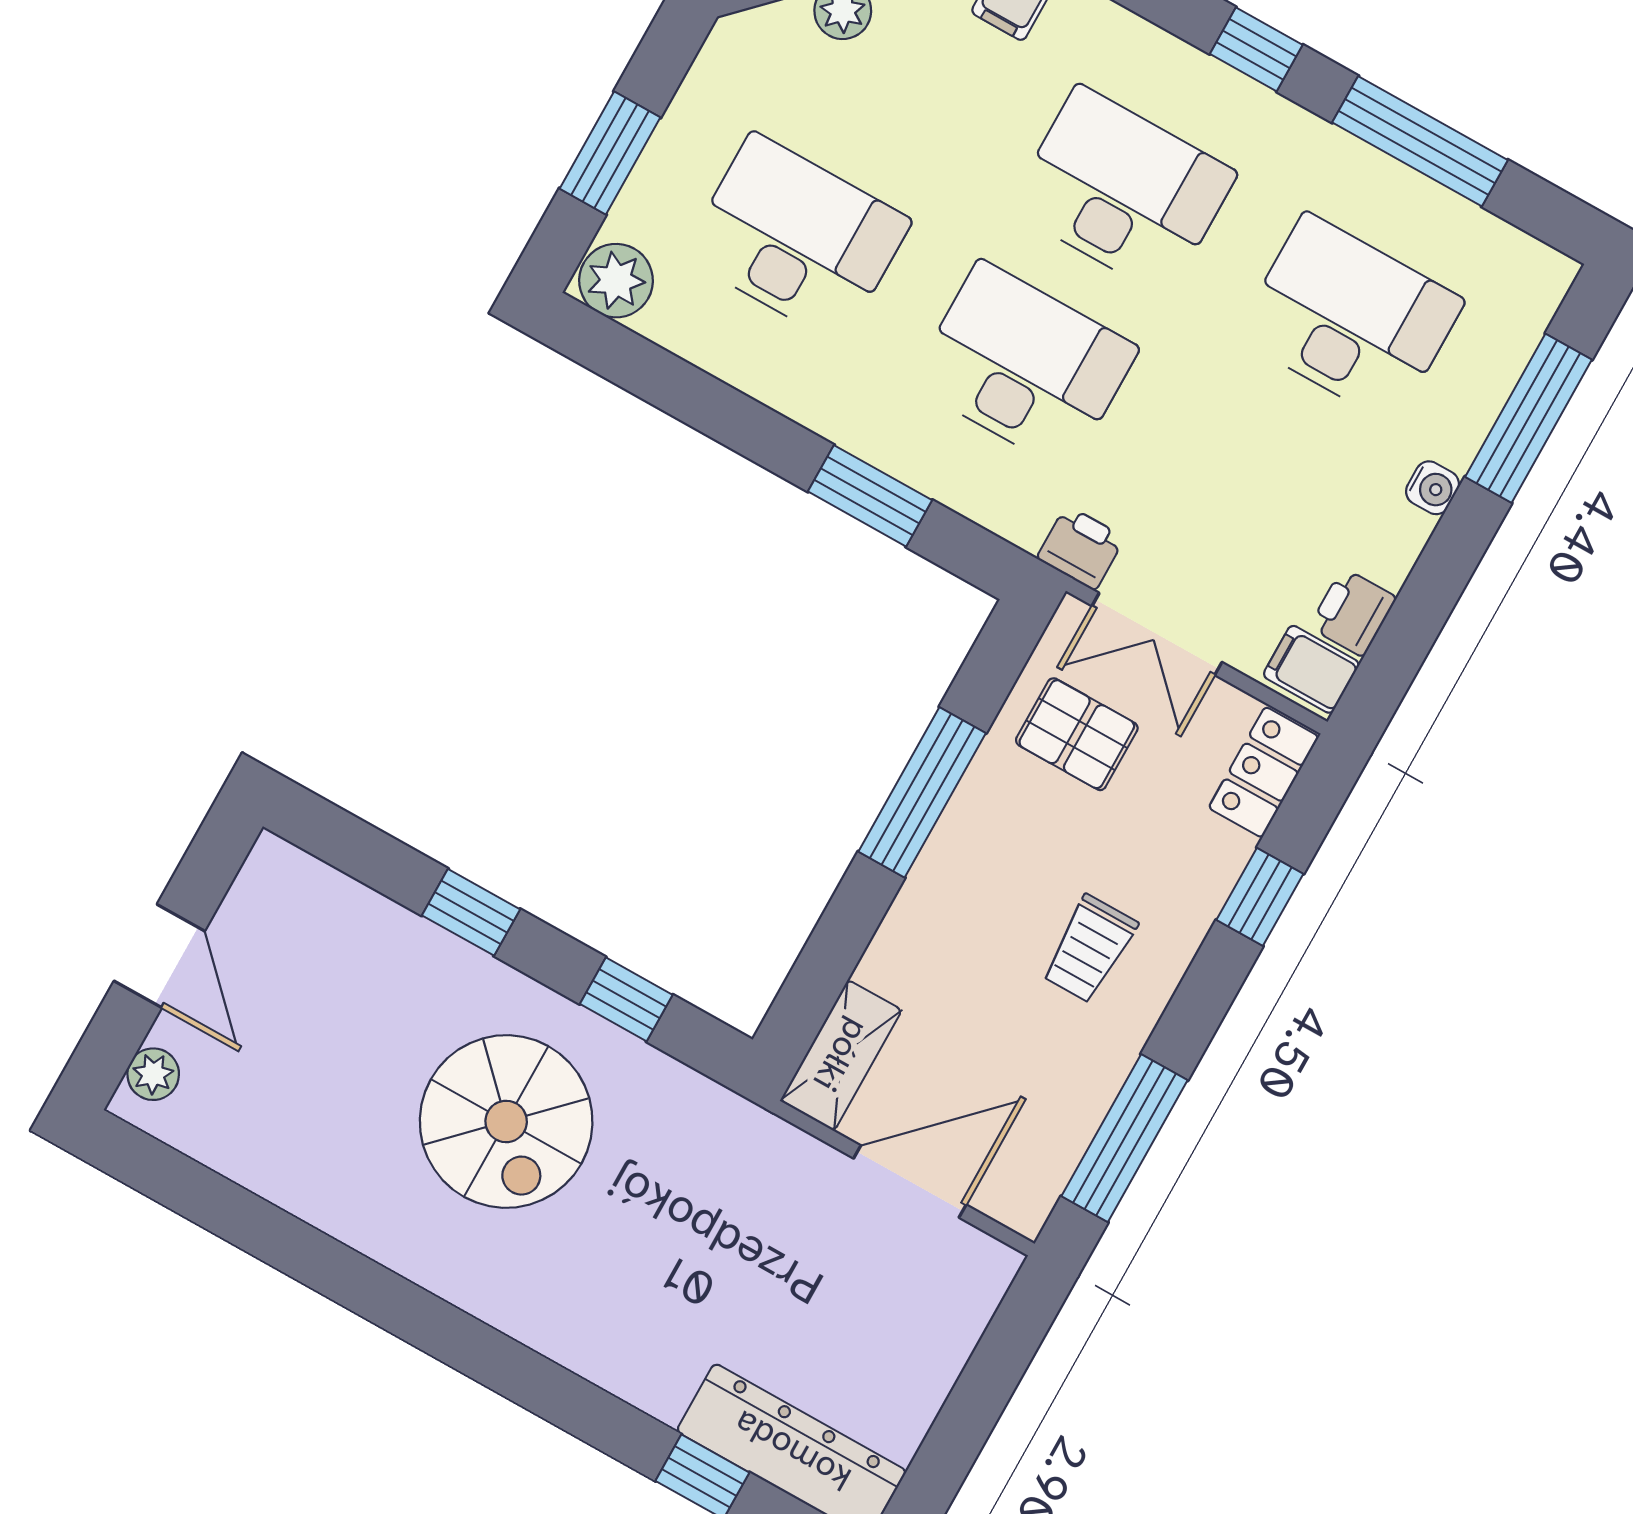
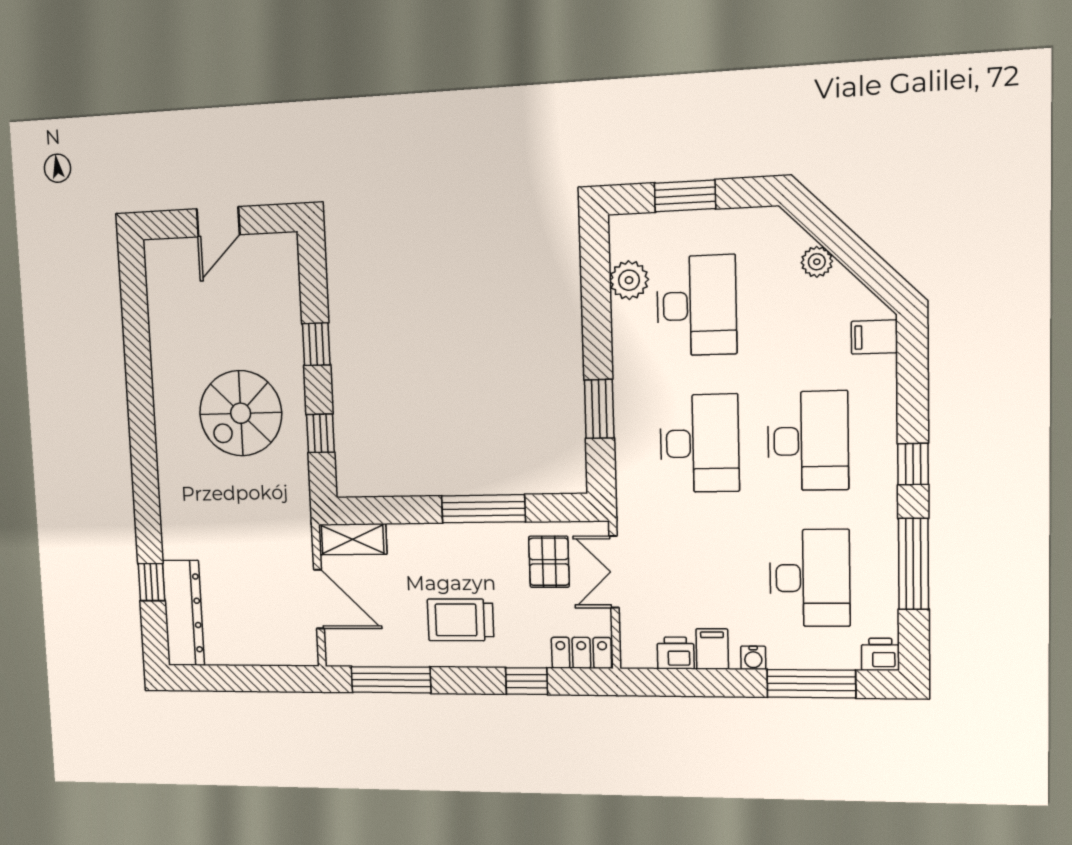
plant: (616, 281) -> (629, 280), moved
printer: (1081, 548) -> (880, 654), moved, turned -90
filing cabinet: (1311, 669) -> (712, 649), moved
trolley: (1089, 949) -> (460, 620), width x1.36, depth x1.39
plant: (153, 1074) -> (170, 251), removed

